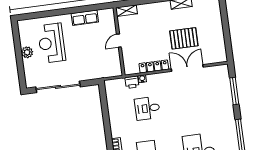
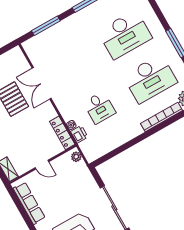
row of seats: (85, 18) -> (29, 203), width x1.48
locker: (154, 66) -> (62, 133), moved
plant: (114, 72) -> (76, 157), added

